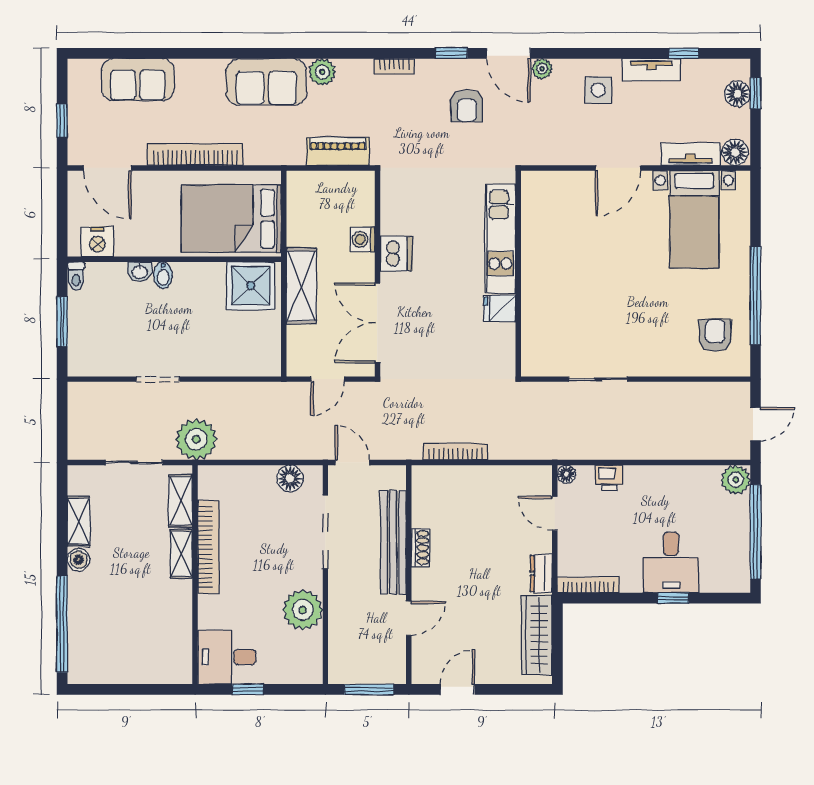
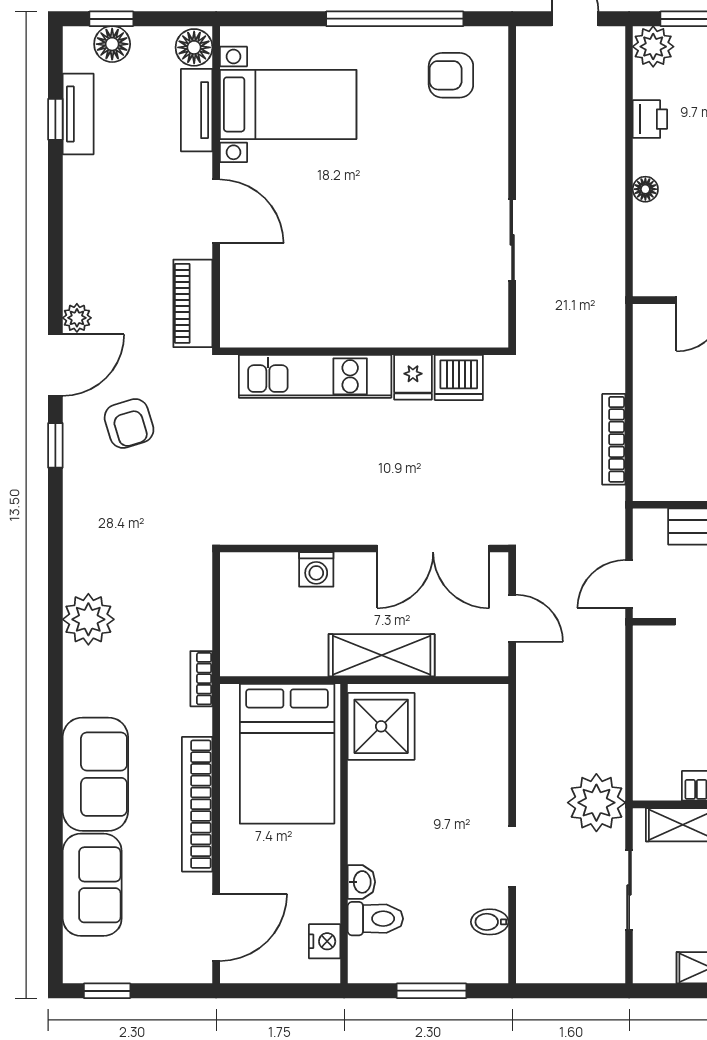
bookcase: (394, 66) -> (201, 679), moved, turned 180
tv unit: (651, 70) -> (78, 114), moved
plant: (322, 72) -> (88, 619), width x1.36, depth x1.36
sofa: (266, 82) -> (95, 774), moved
side table: (598, 90) -> (107, 239), removed
armchair: (467, 106) -> (129, 423), turned 73
window: (62, 121) -> (107, 991), moved
piano: (338, 151) -> (193, 303), moved
nightstand: (97, 242) -> (325, 941), width x0.74, depth x0.75
dishwasher: (396, 254) -> (459, 377), moved, turned 180
bidet: (163, 275) -> (490, 922), moved, turned 180
toilet: (76, 276) -> (375, 919), moved, width x1.37, depth x1.39
floor lamp: (566, 474) -> (645, 189), moved
printer: (609, 477) -> (650, 119), moved
floor lamp: (290, 478) -> (651, 671), removed

